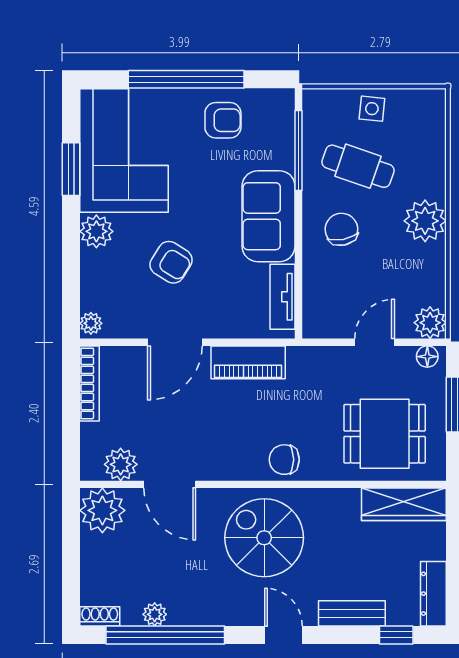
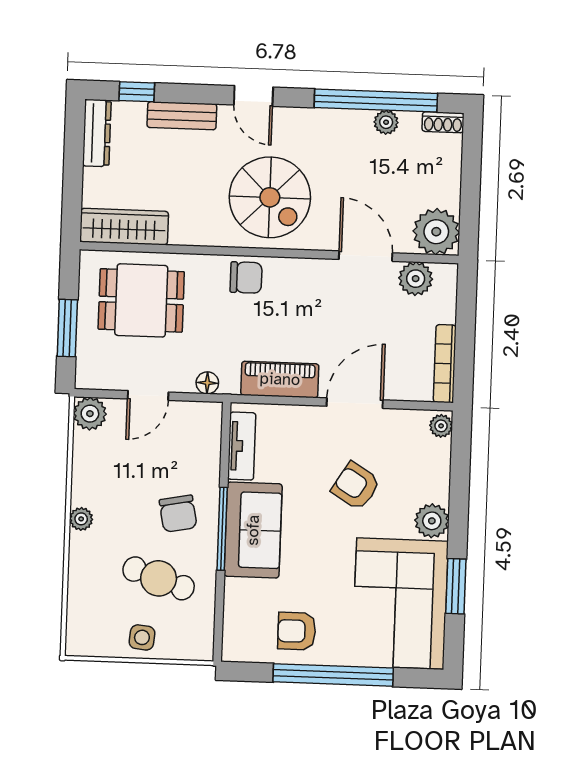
window: (298, 150) -> (222, 529), moved
plant: (425, 221) -> (81, 519), width x0.53, depth x0.53
floor lamp: (427, 357) -> (207, 383), moved

